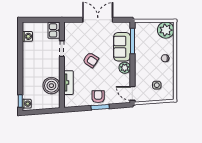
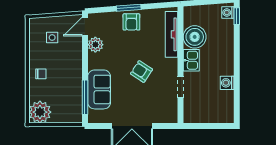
kitchen sink: (54, 30) -> (191, 60), moved
washing machine: (27, 36) -> (227, 83), moved
plant: (125, 68) -> (95, 45), moved
tv unit: (69, 83) -> (172, 34), width x1.41
door: (132, 93) -> (85, 26), swing flipped

